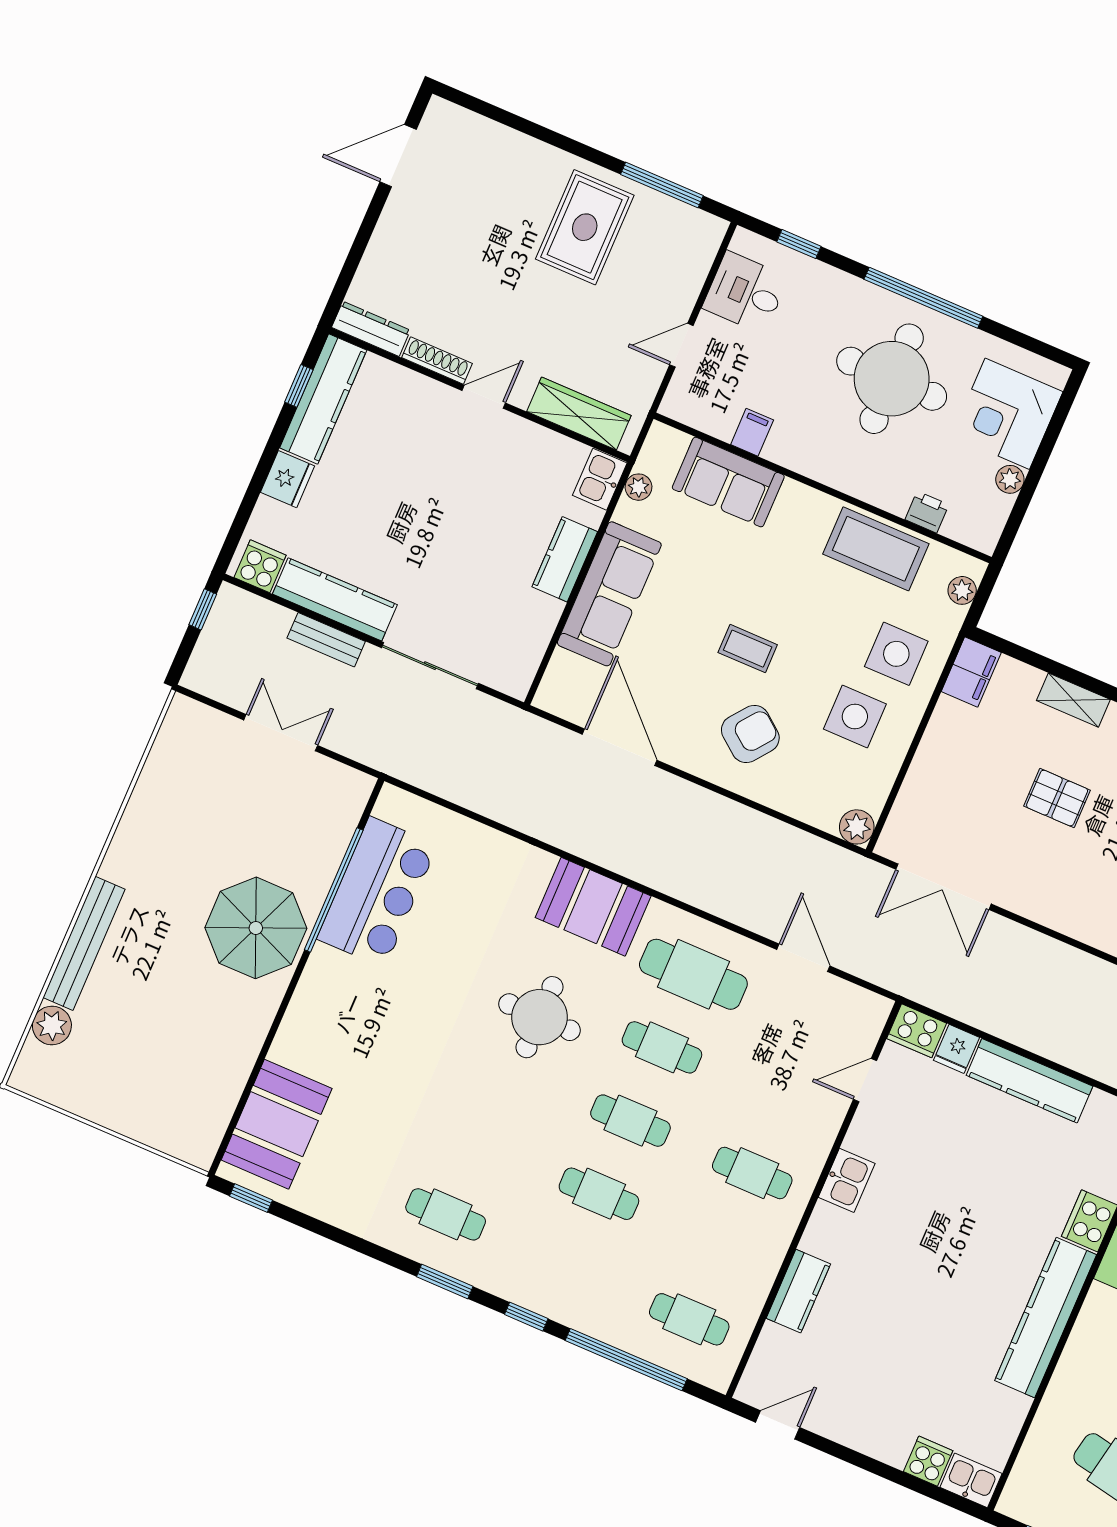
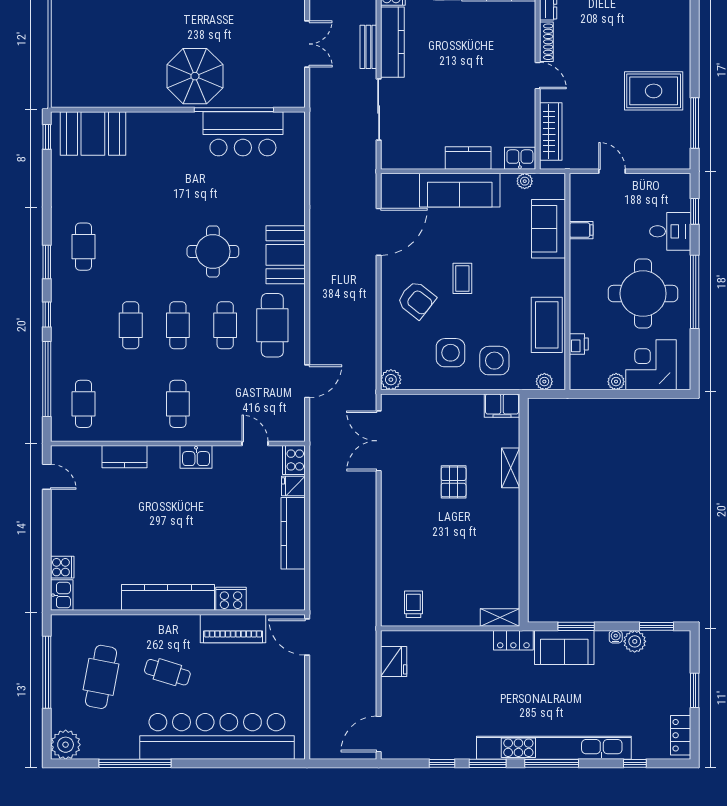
desk: (745, 292) -> (670, 231), moved, turned 90

